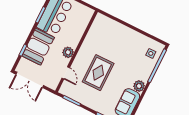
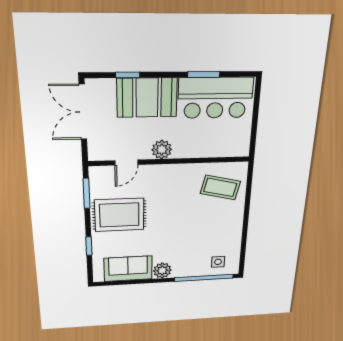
coffee table: (105, 32) -> (220, 187), added
rug: (98, 73) -> (119, 215), moved

